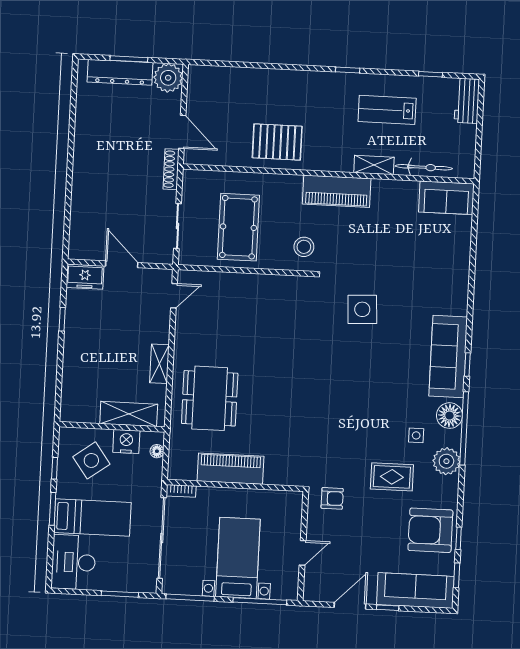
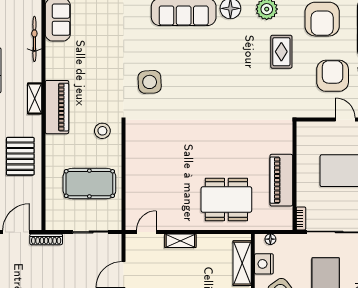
shelving: (374, 165) -> (35, 98), moved
door: (174, 296) -> (146, 232), hinge flipped
shelving: (159, 364) -> (180, 241), moved
side table: (416, 435) -> (247, 34), removed
armchair: (332, 498) -> (333, 76), moved, width x1.88, depth x1.88

